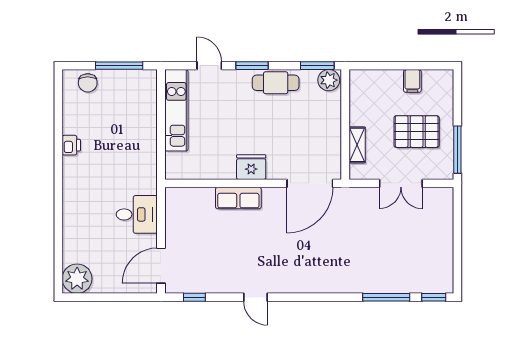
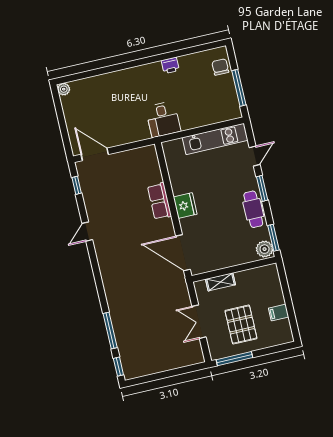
chair: (88, 83) -> (220, 67), turned 90
desk: (137, 214) -> (163, 119), moved
plant: (77, 279) -> (64, 89), width x0.53, depth x0.53

